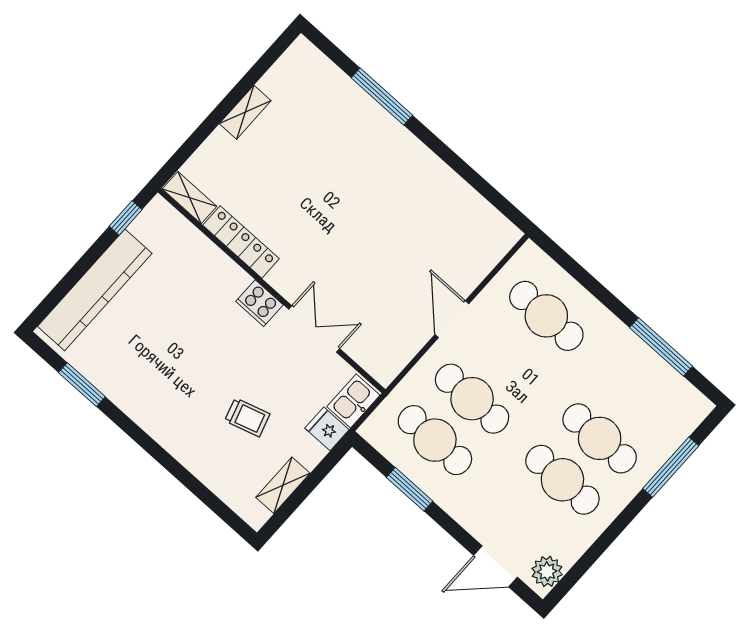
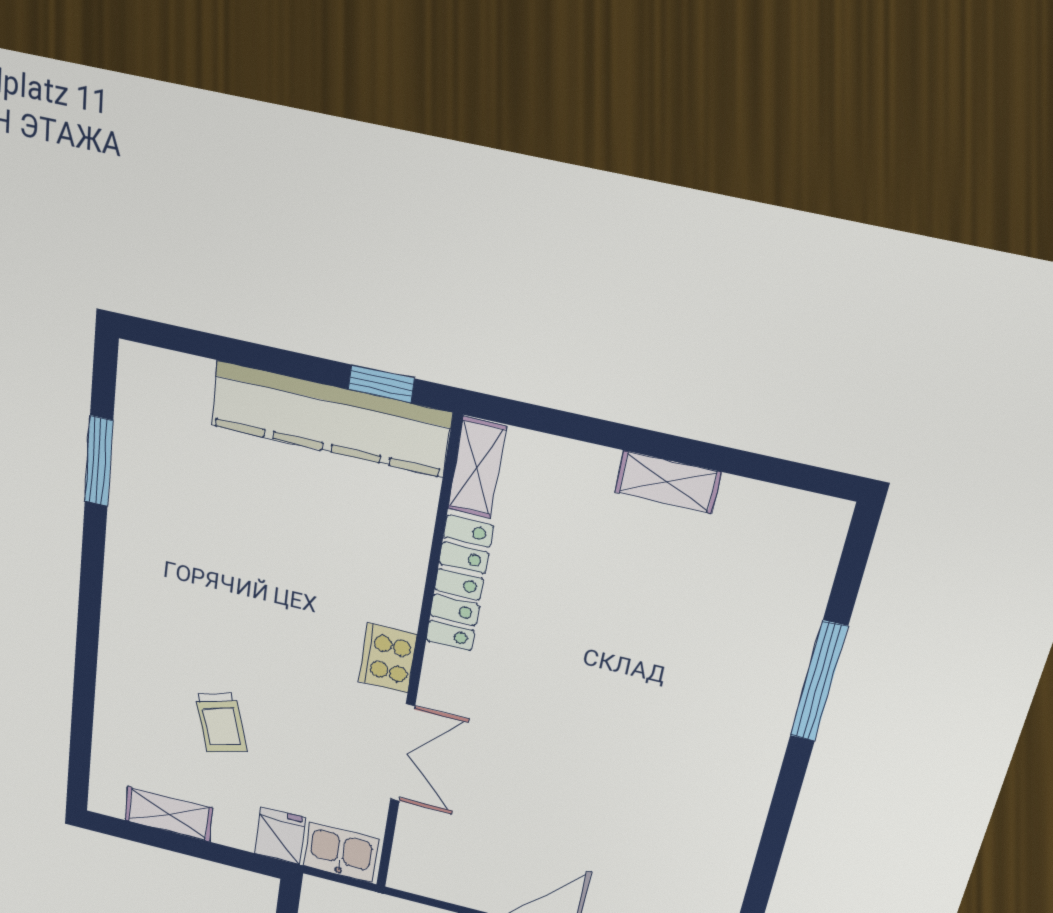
kitchen counter: (95, 290) -> (330, 419), moved

